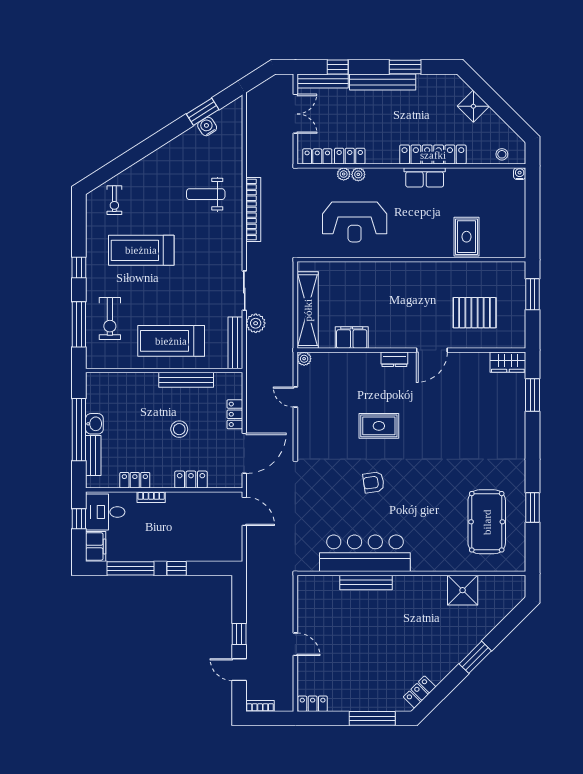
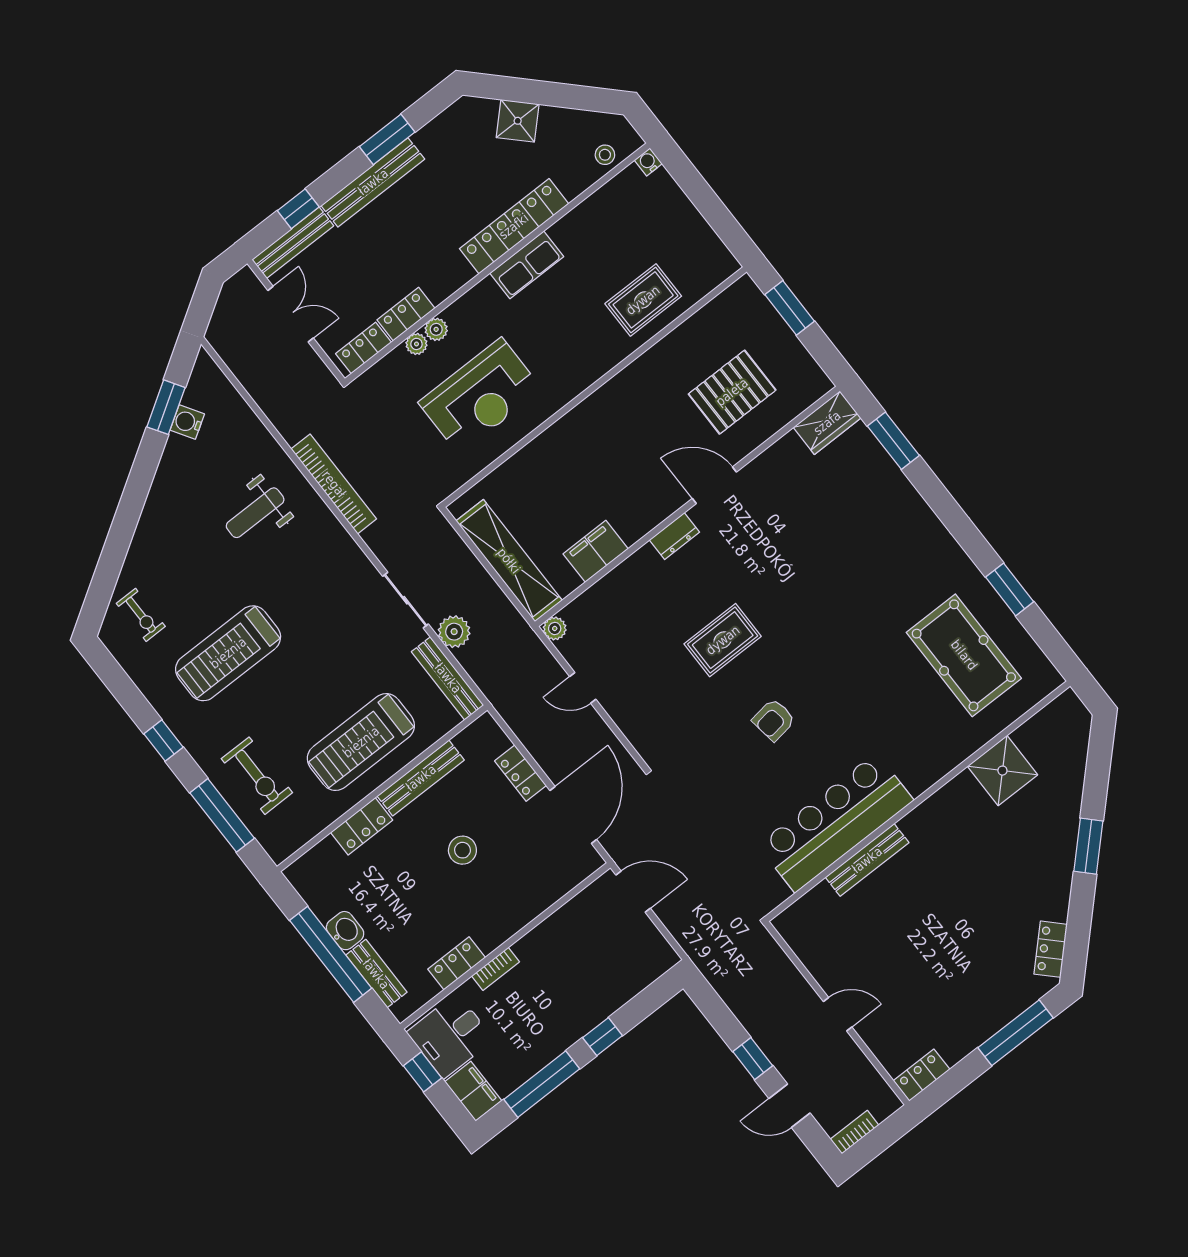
rug: (467, 237) -> (643, 300), turned 90
door: (432, 350) -> (714, 485), swing flipped
locker: (191, 480) -> (362, 826), moved, turned 180

